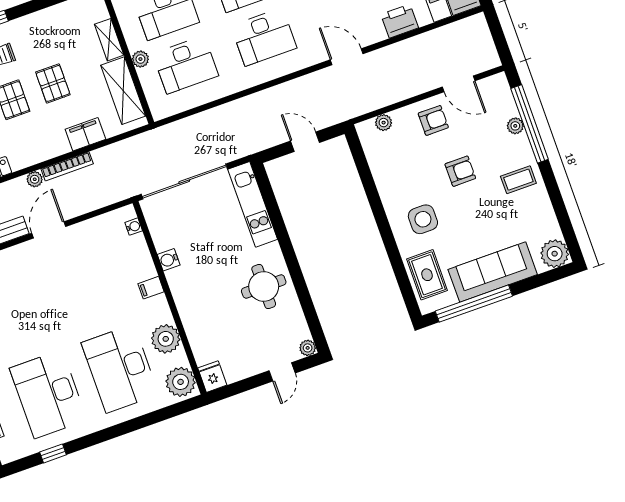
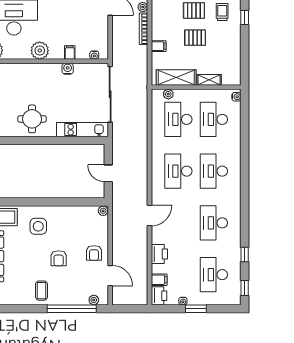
plant: (140, 59) -> (168, 94), moved
door: (459, 84) -> (110, 276), swing flipped
plant: (384, 123) -> (103, 211), moved
plant: (515, 126) -> (94, 300), moved
filing cabinet: (85, 134) -> (159, 46), width x0.50
door: (305, 142) -> (108, 173), swing flipped
filing cabinet: (151, 288) -> (70, 53), moved
plant: (166, 339) -> (40, 51), moved

